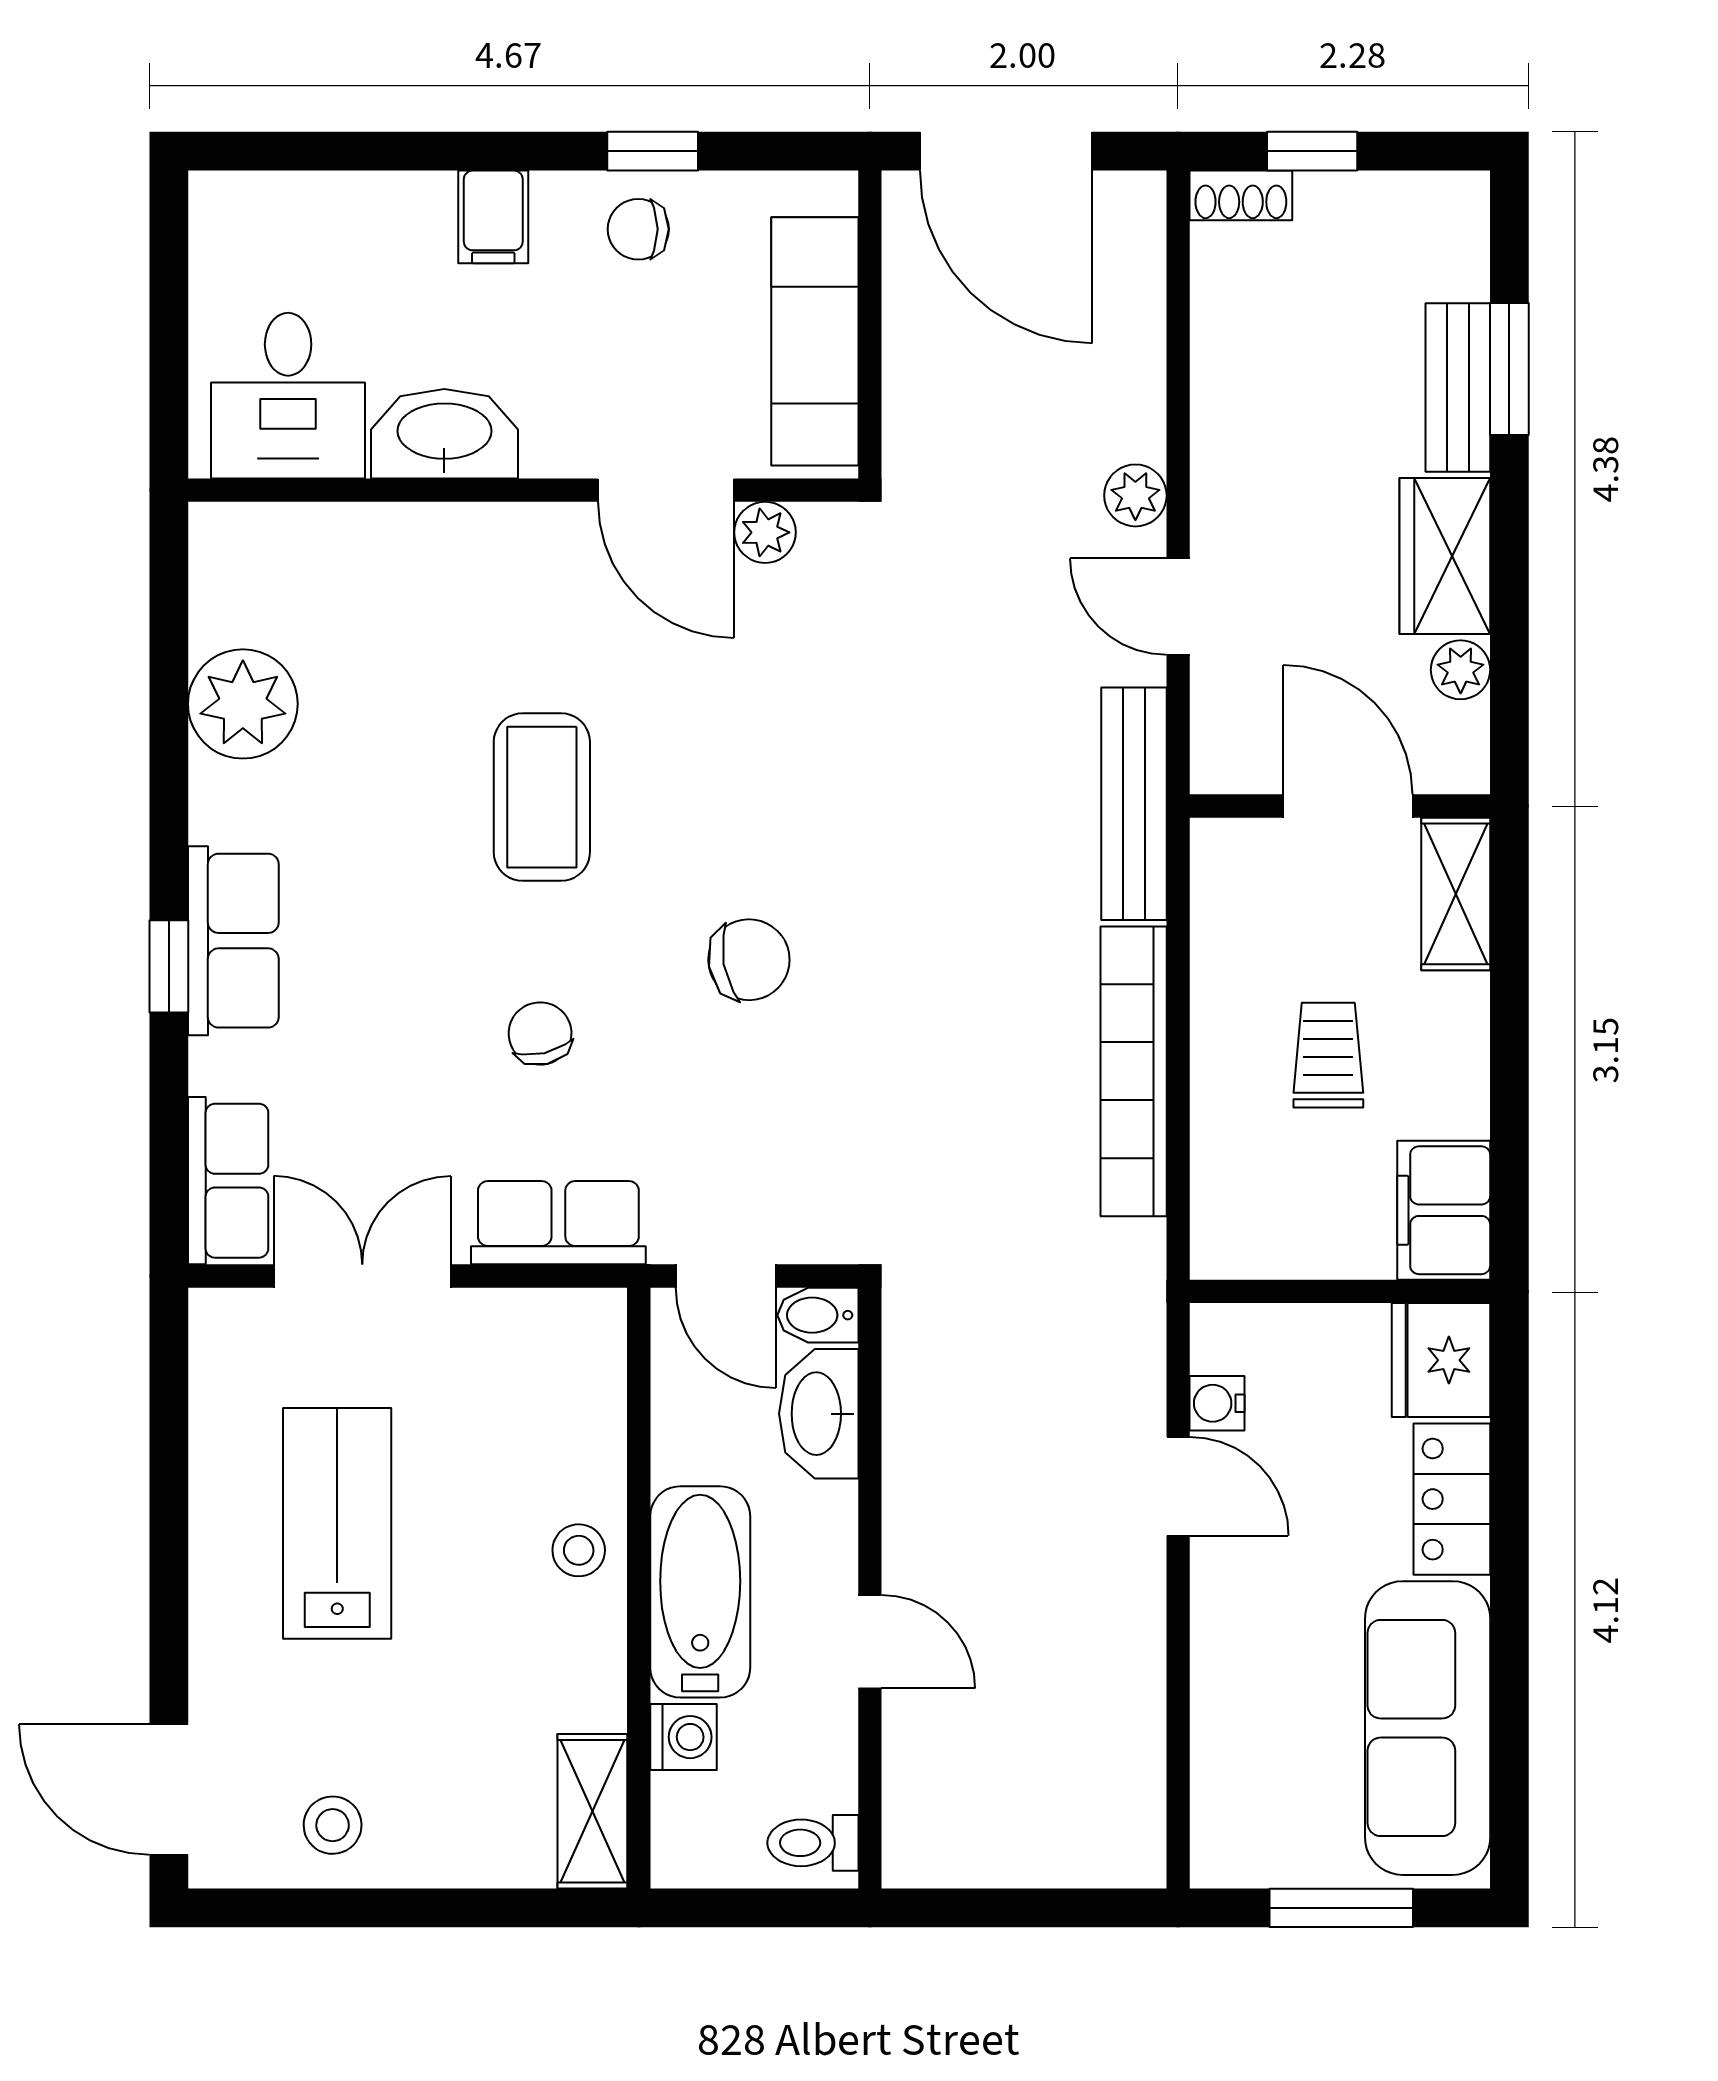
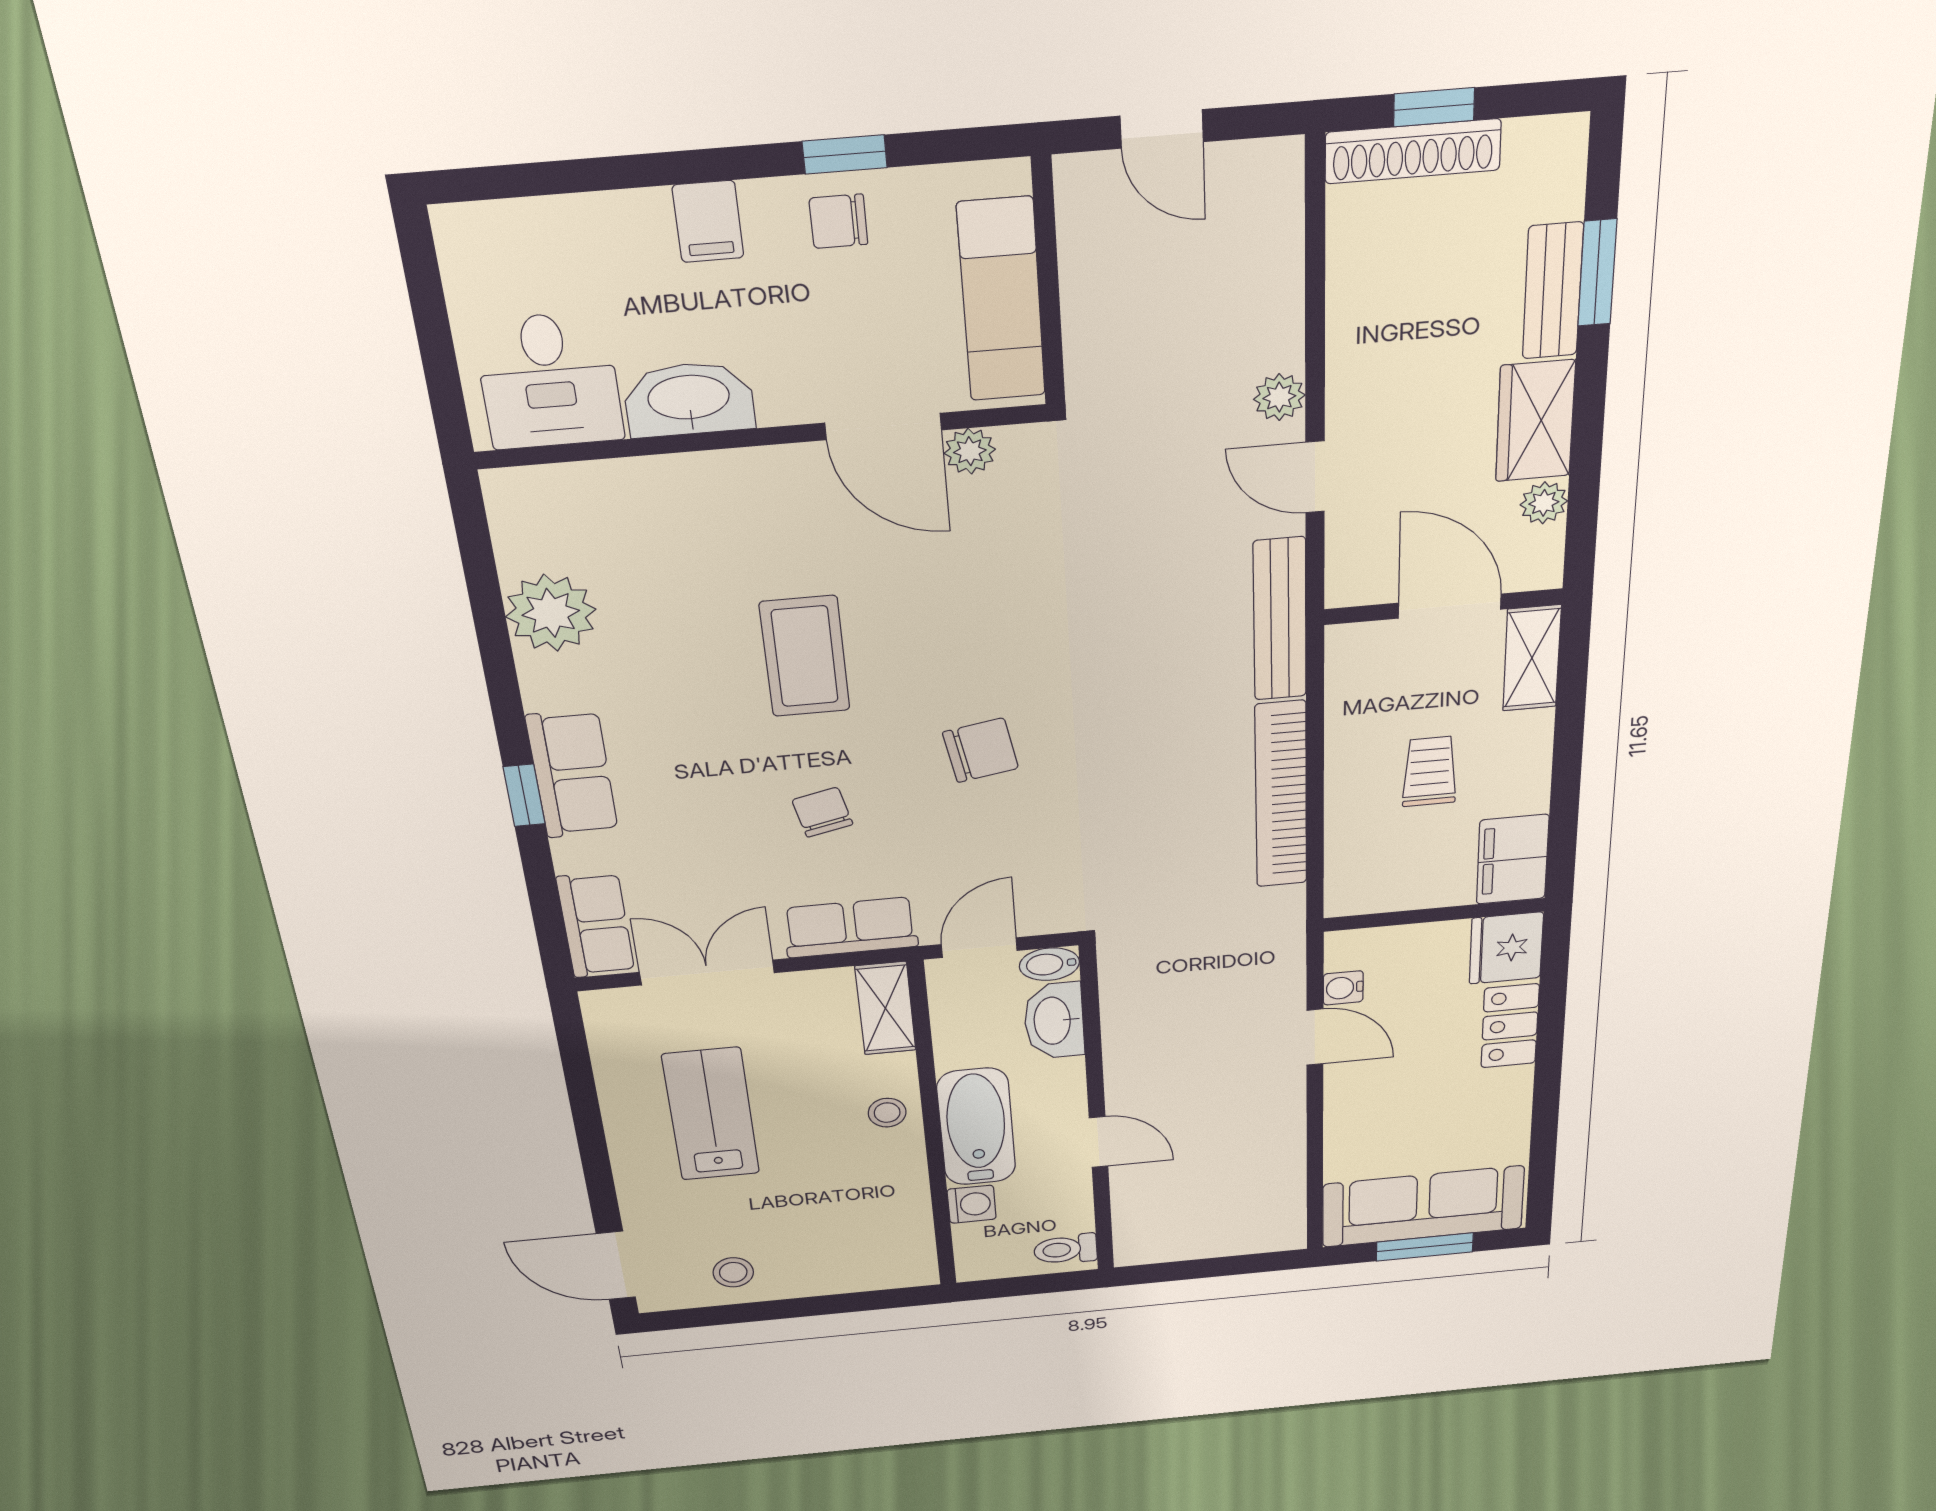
door: (1006, 151) -> (1162, 129), width x0.53
shoe rack: (1241, 195) -> (1413, 151), width x1.94, depth x1.24
door: (726, 1276) -> (979, 948), swing flipped
sofa: (1428, 1728) -> (1423, 1206), moved, turned 90
shelving: (592, 1811) -> (885, 1008), moved

